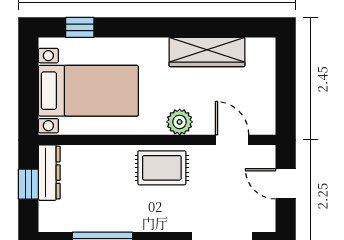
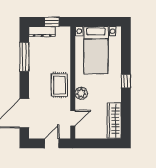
window: (80, 27) -> (126, 81), moved
wardrobe: (207, 52) -> (114, 121), moved
dresser: (49, 173) -> (42, 32), moved

